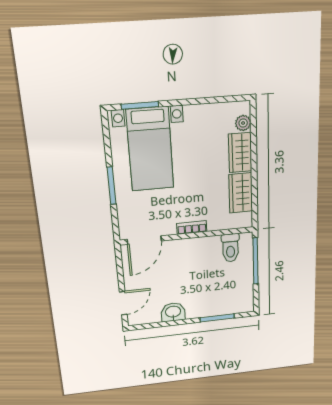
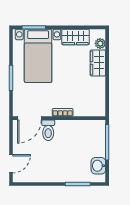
wardrobe: (241, 193) -> (75, 37), moved, turned -90
toilet: (230, 248) -> (48, 130), moved
washbasin: (173, 312) -> (98, 166), moved, turned -90

